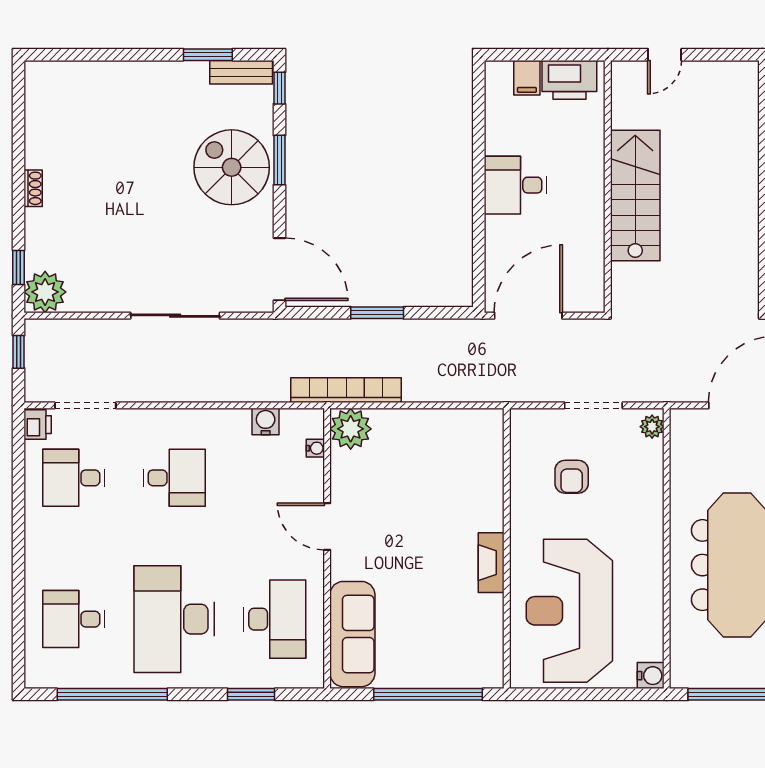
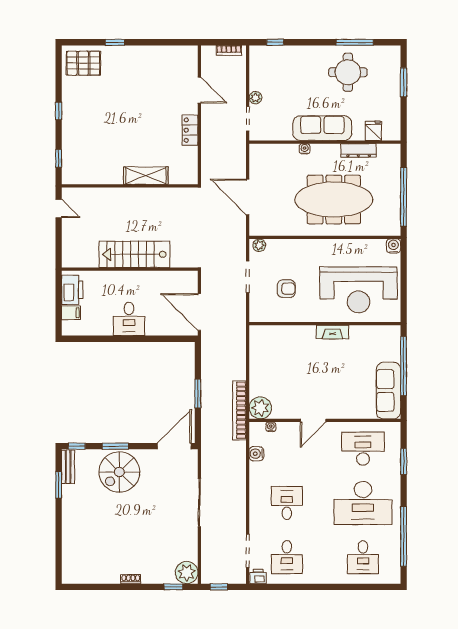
door: (665, 55) -> (59, 208), moved
sofa: (352, 634) -> (388, 391), moved, turned -90

